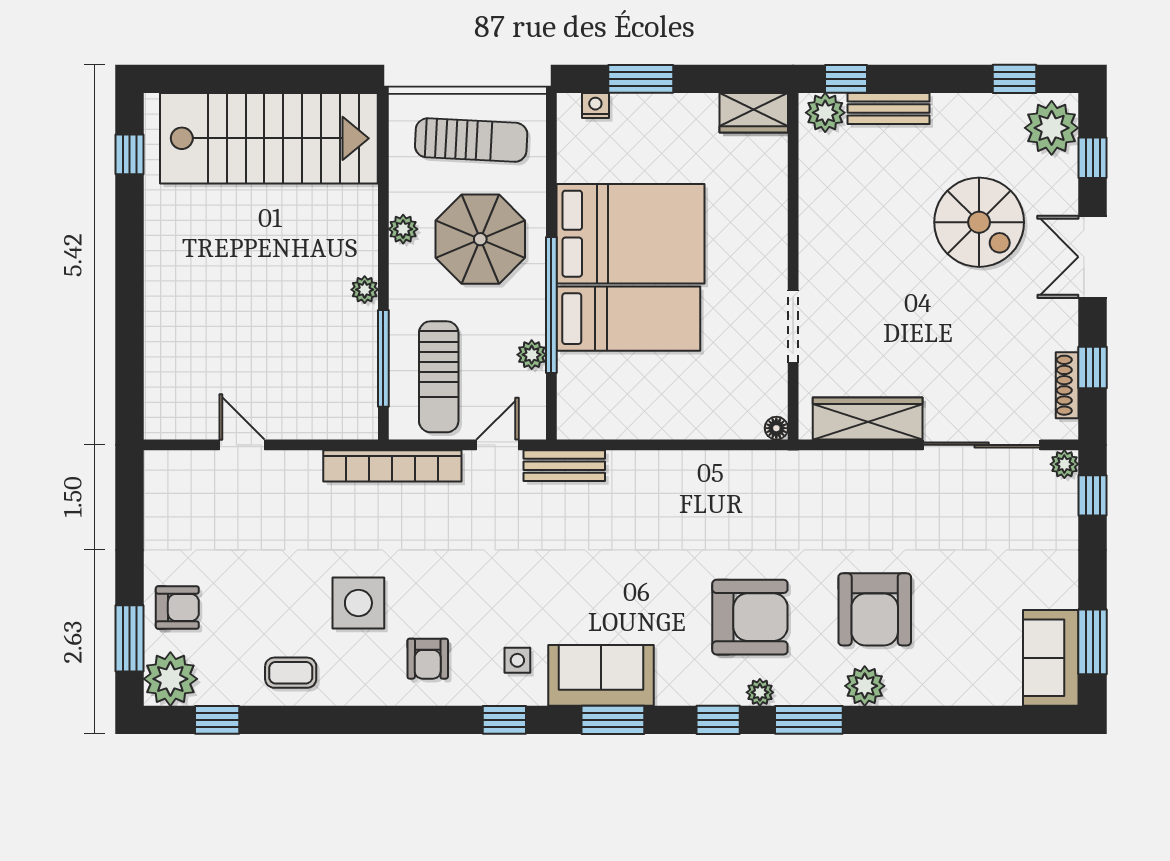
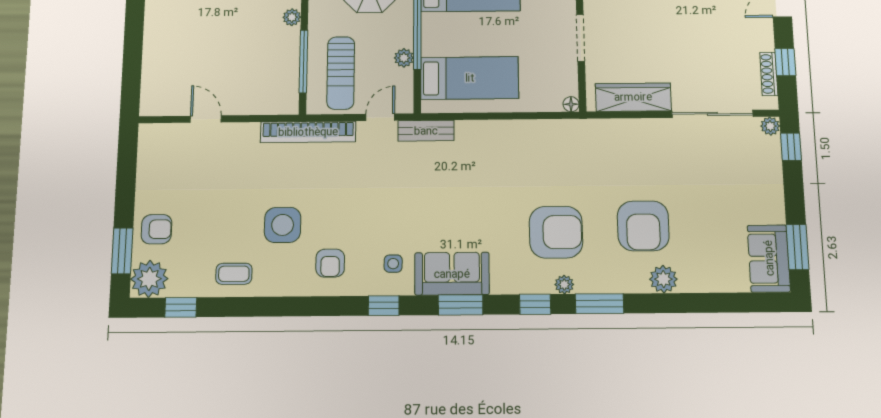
bed: (628, 319) -> (470, 78), moved
plant: (865, 686) -> (663, 279), moved

